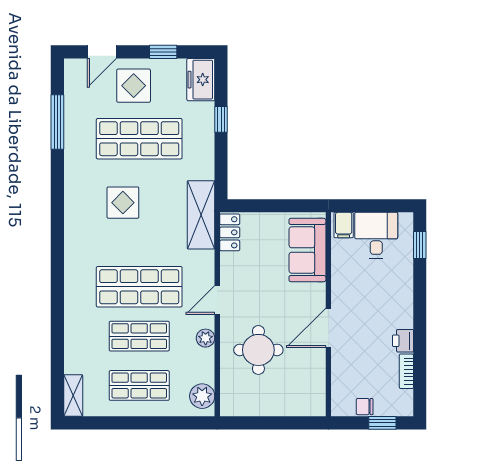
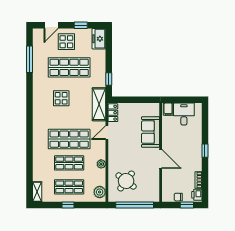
window: (221, 119) -> (109, 79), moved
window: (420, 245) -> (205, 151), moved
sofa: (307, 250) -> (151, 132), moved
door: (217, 300) -> (107, 133), moved
door: (328, 328) -> (161, 159), swing flipped
printer: (403, 341) -> (197, 195), moved
round table: (258, 350) -> (126, 181), moved, turned 37
window: (137, 423) -> (68, 205), added
window: (274, 423) -> (135, 205), added

